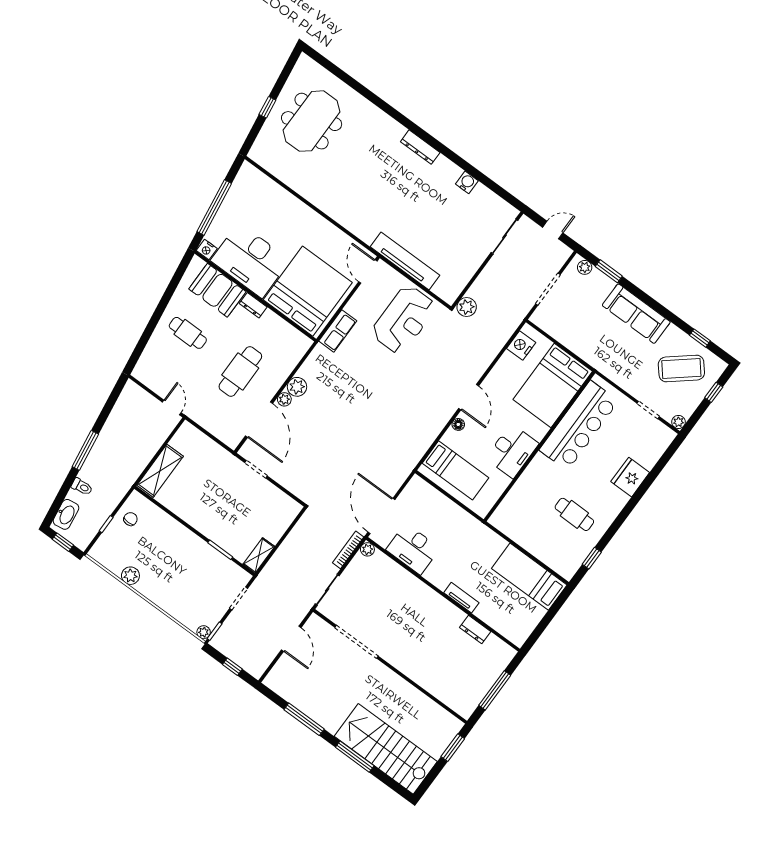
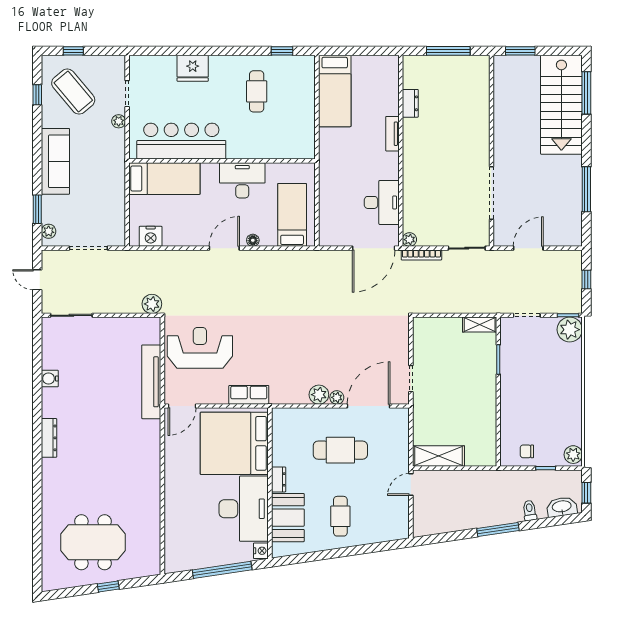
bed: (553, 385) -> (164, 179), width x0.67
plant: (678, 422) -> (119, 121), moved
shelving: (160, 471) -> (438, 456), moved
plant: (130, 576) -> (573, 455), moved
plant: (204, 632) -> (570, 330), width x1.87, depth x1.87
window: (355, 757) -> (586, 93), moved

